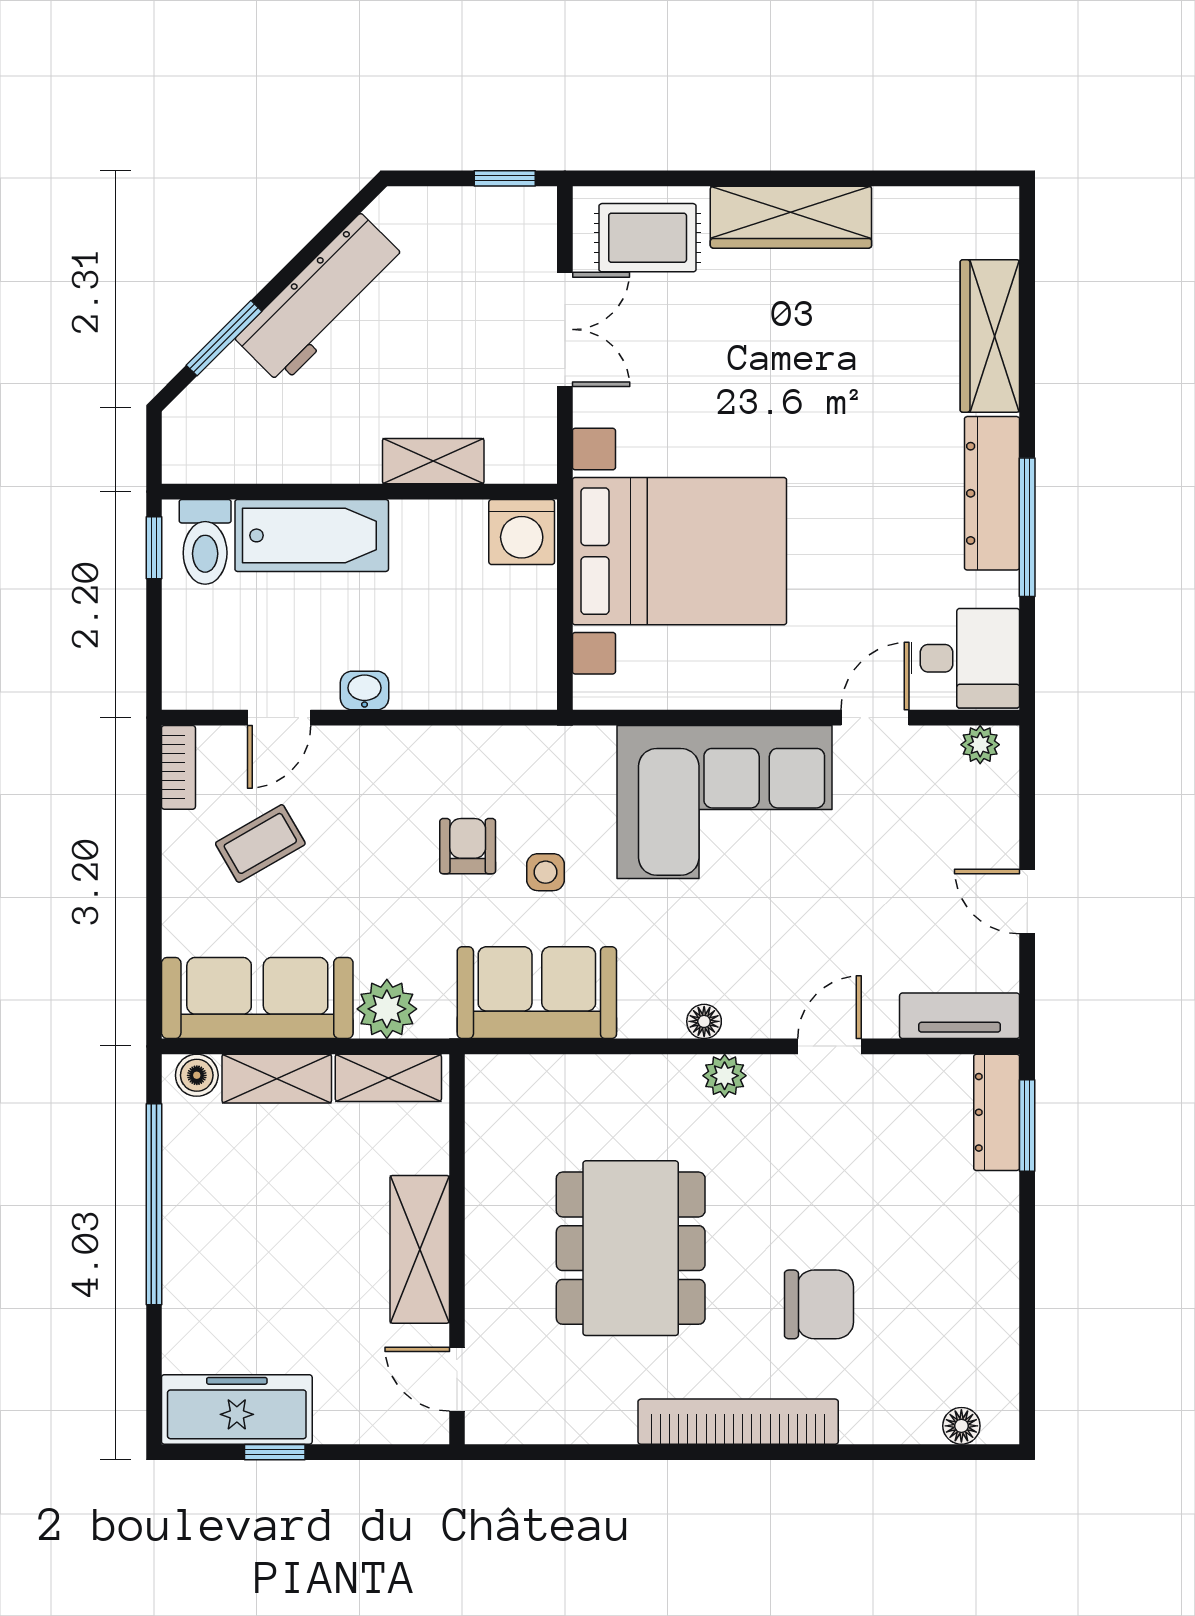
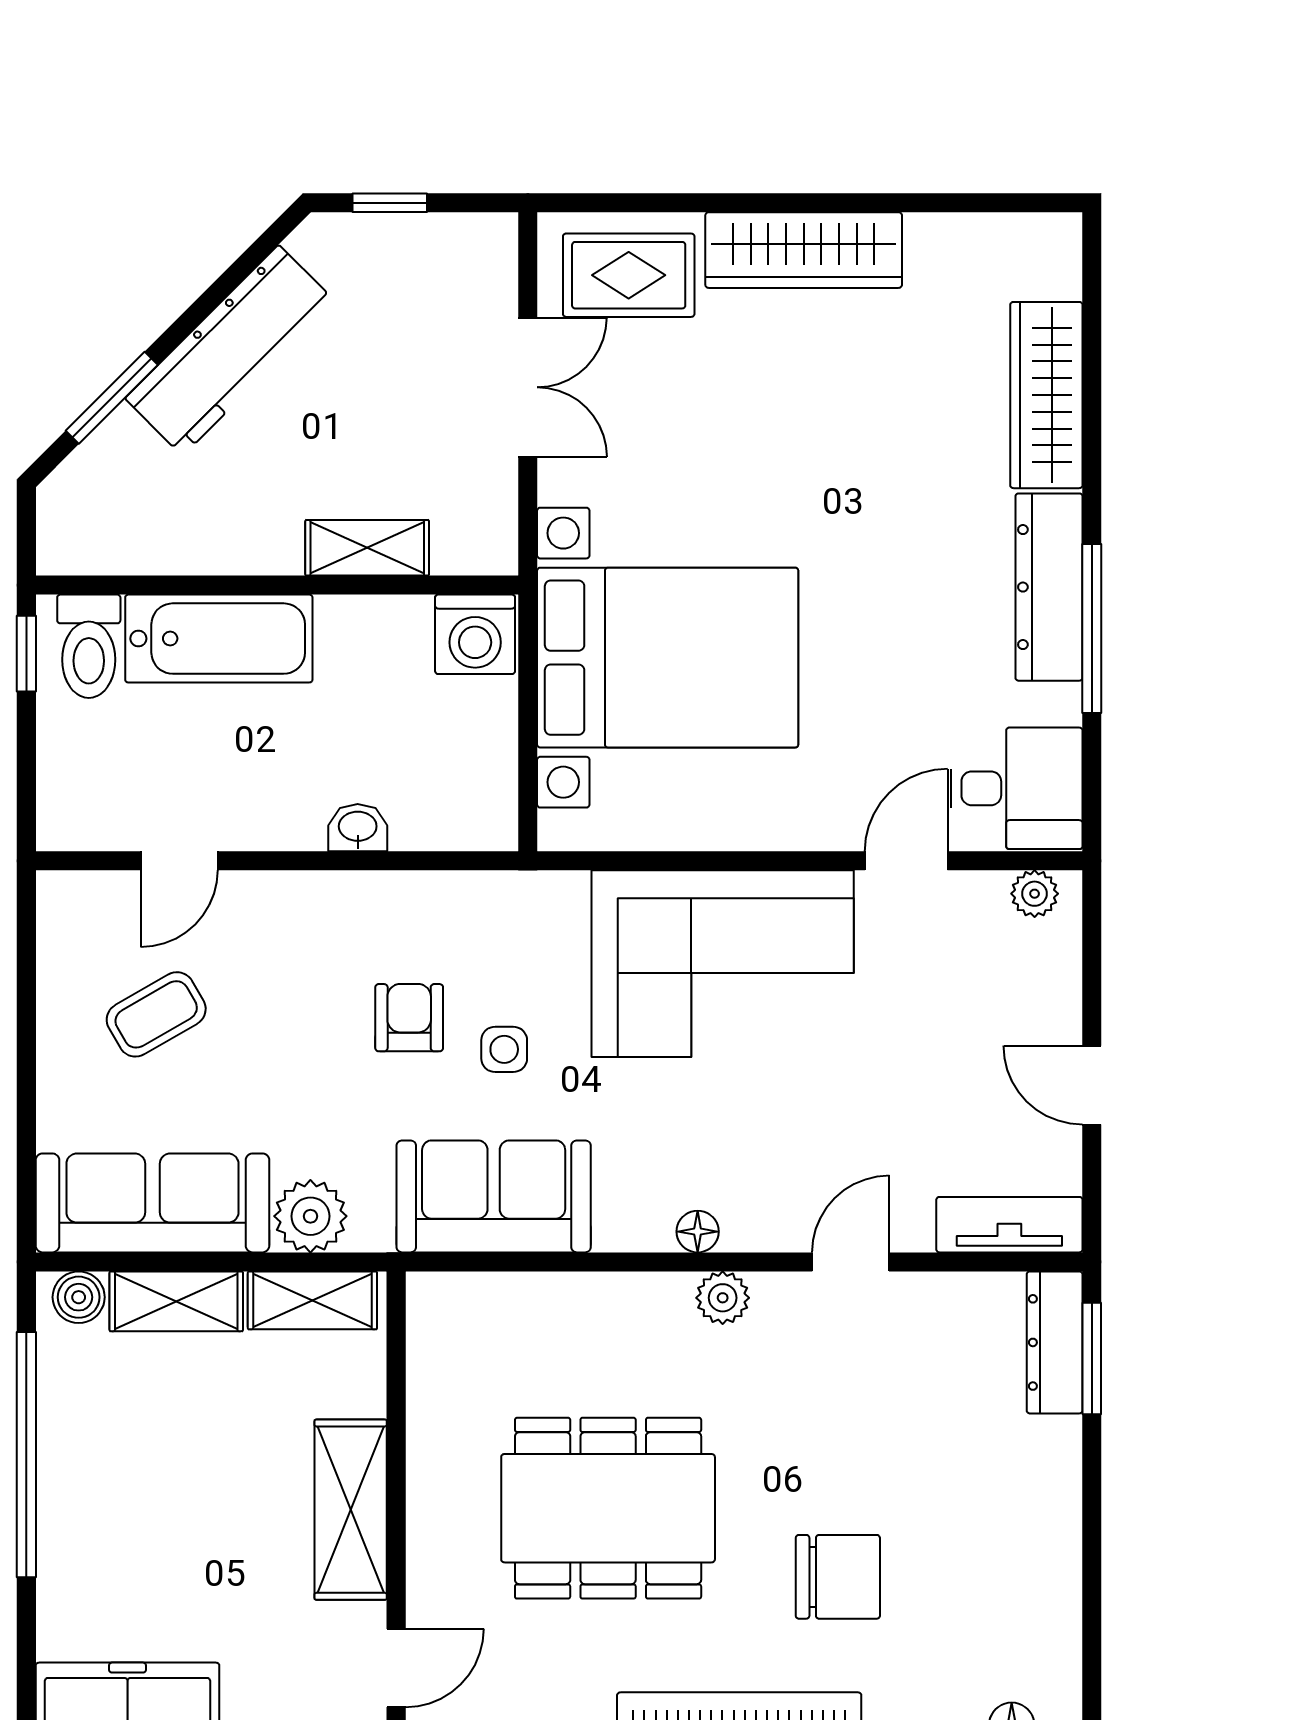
window: (505, 178) -> (390, 203), moved
washbasin: (365, 690) -> (358, 828), moved
bookcase: (178, 767) -> (56, 921), removed
dining table: (631, 1248) -> (608, 1508), turned 90
door: (457, 1379) -> (396, 1668), swing flipped

